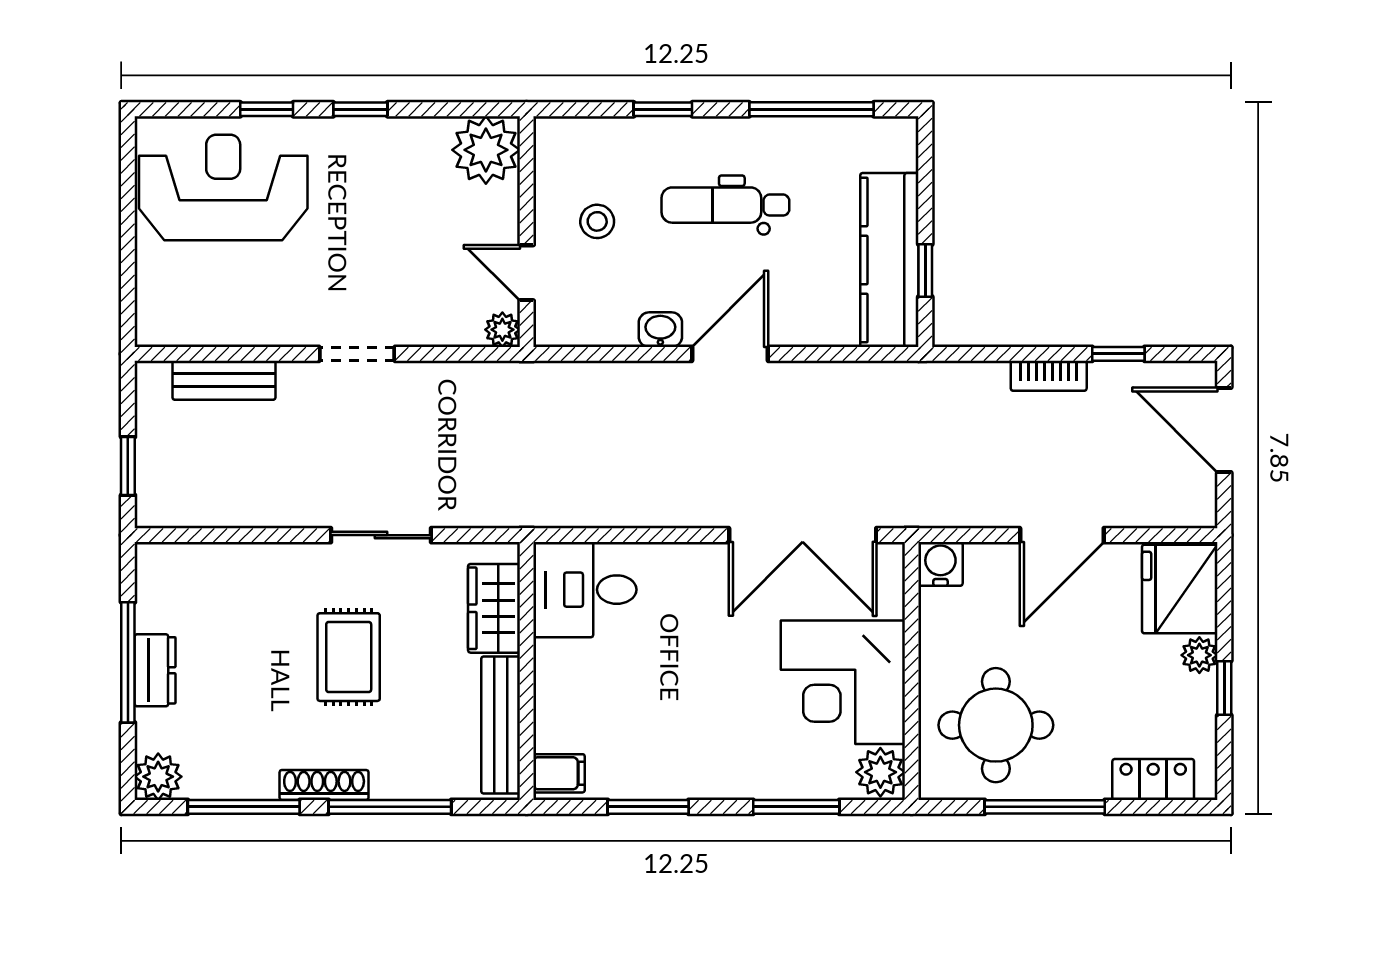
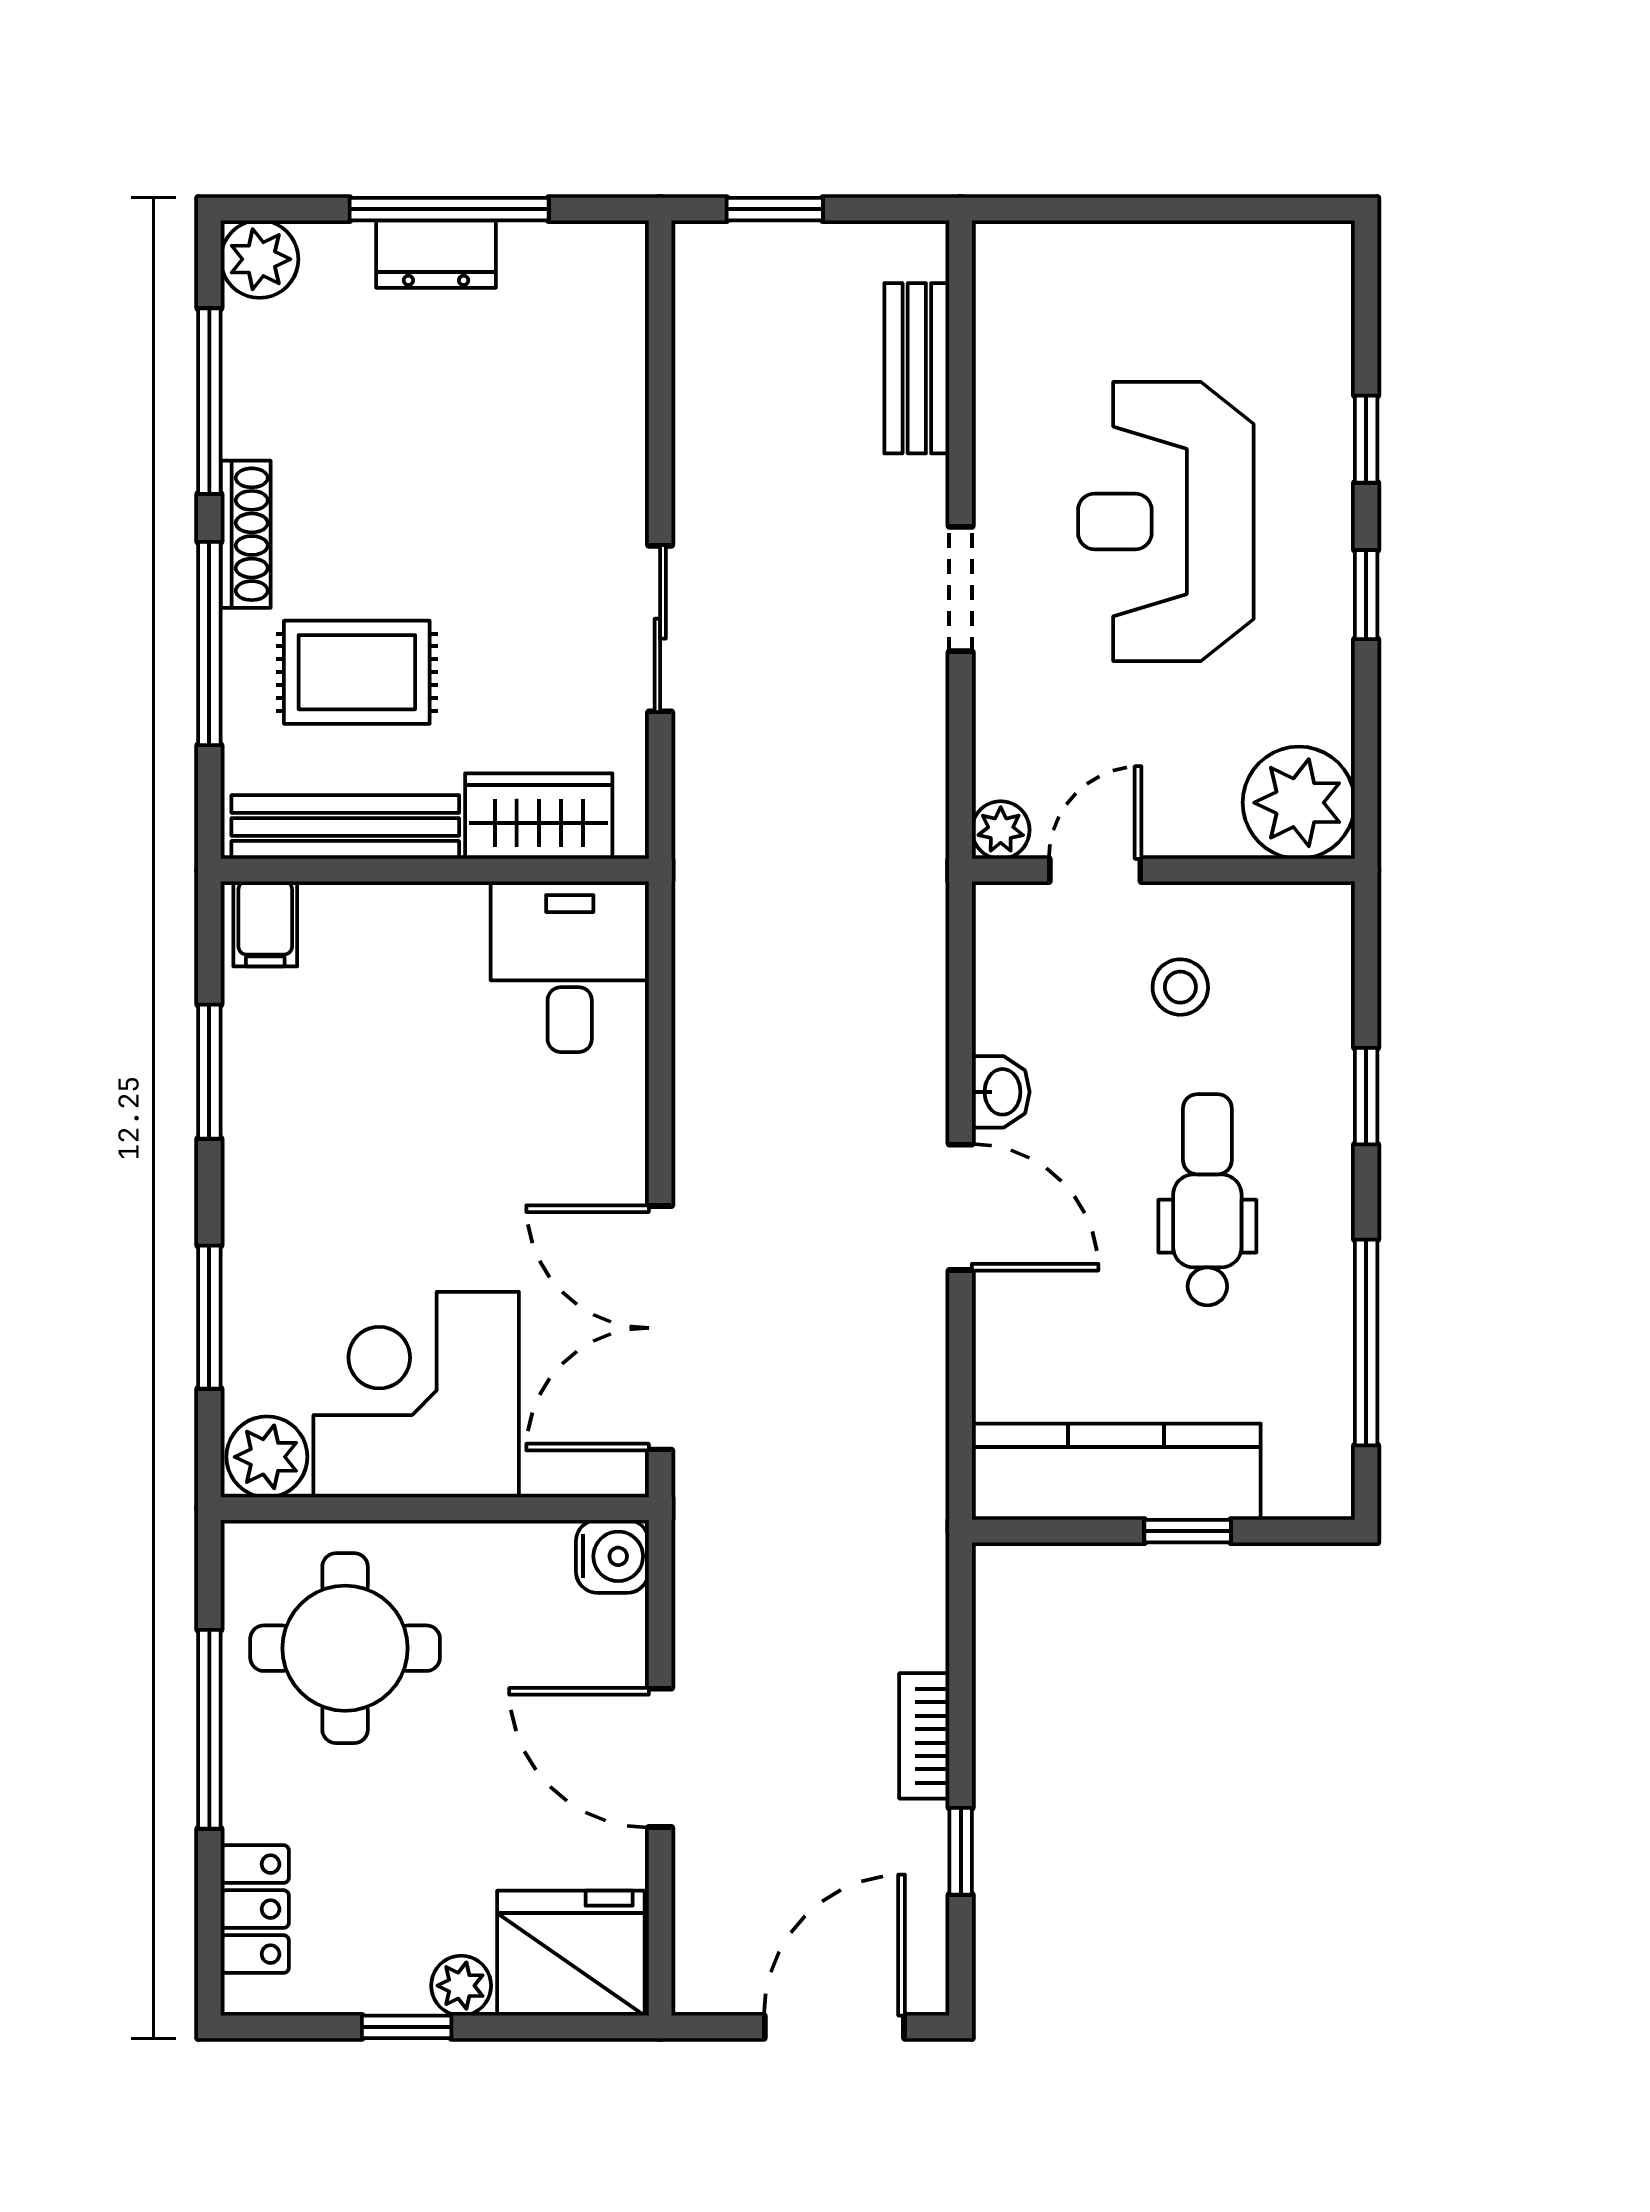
reception desk: (223, 187) -> (1166, 521), moved, turned 180
window: (925, 271) -> (1188, 1531), moved
rug: (349, 657) -> (357, 672), moved

